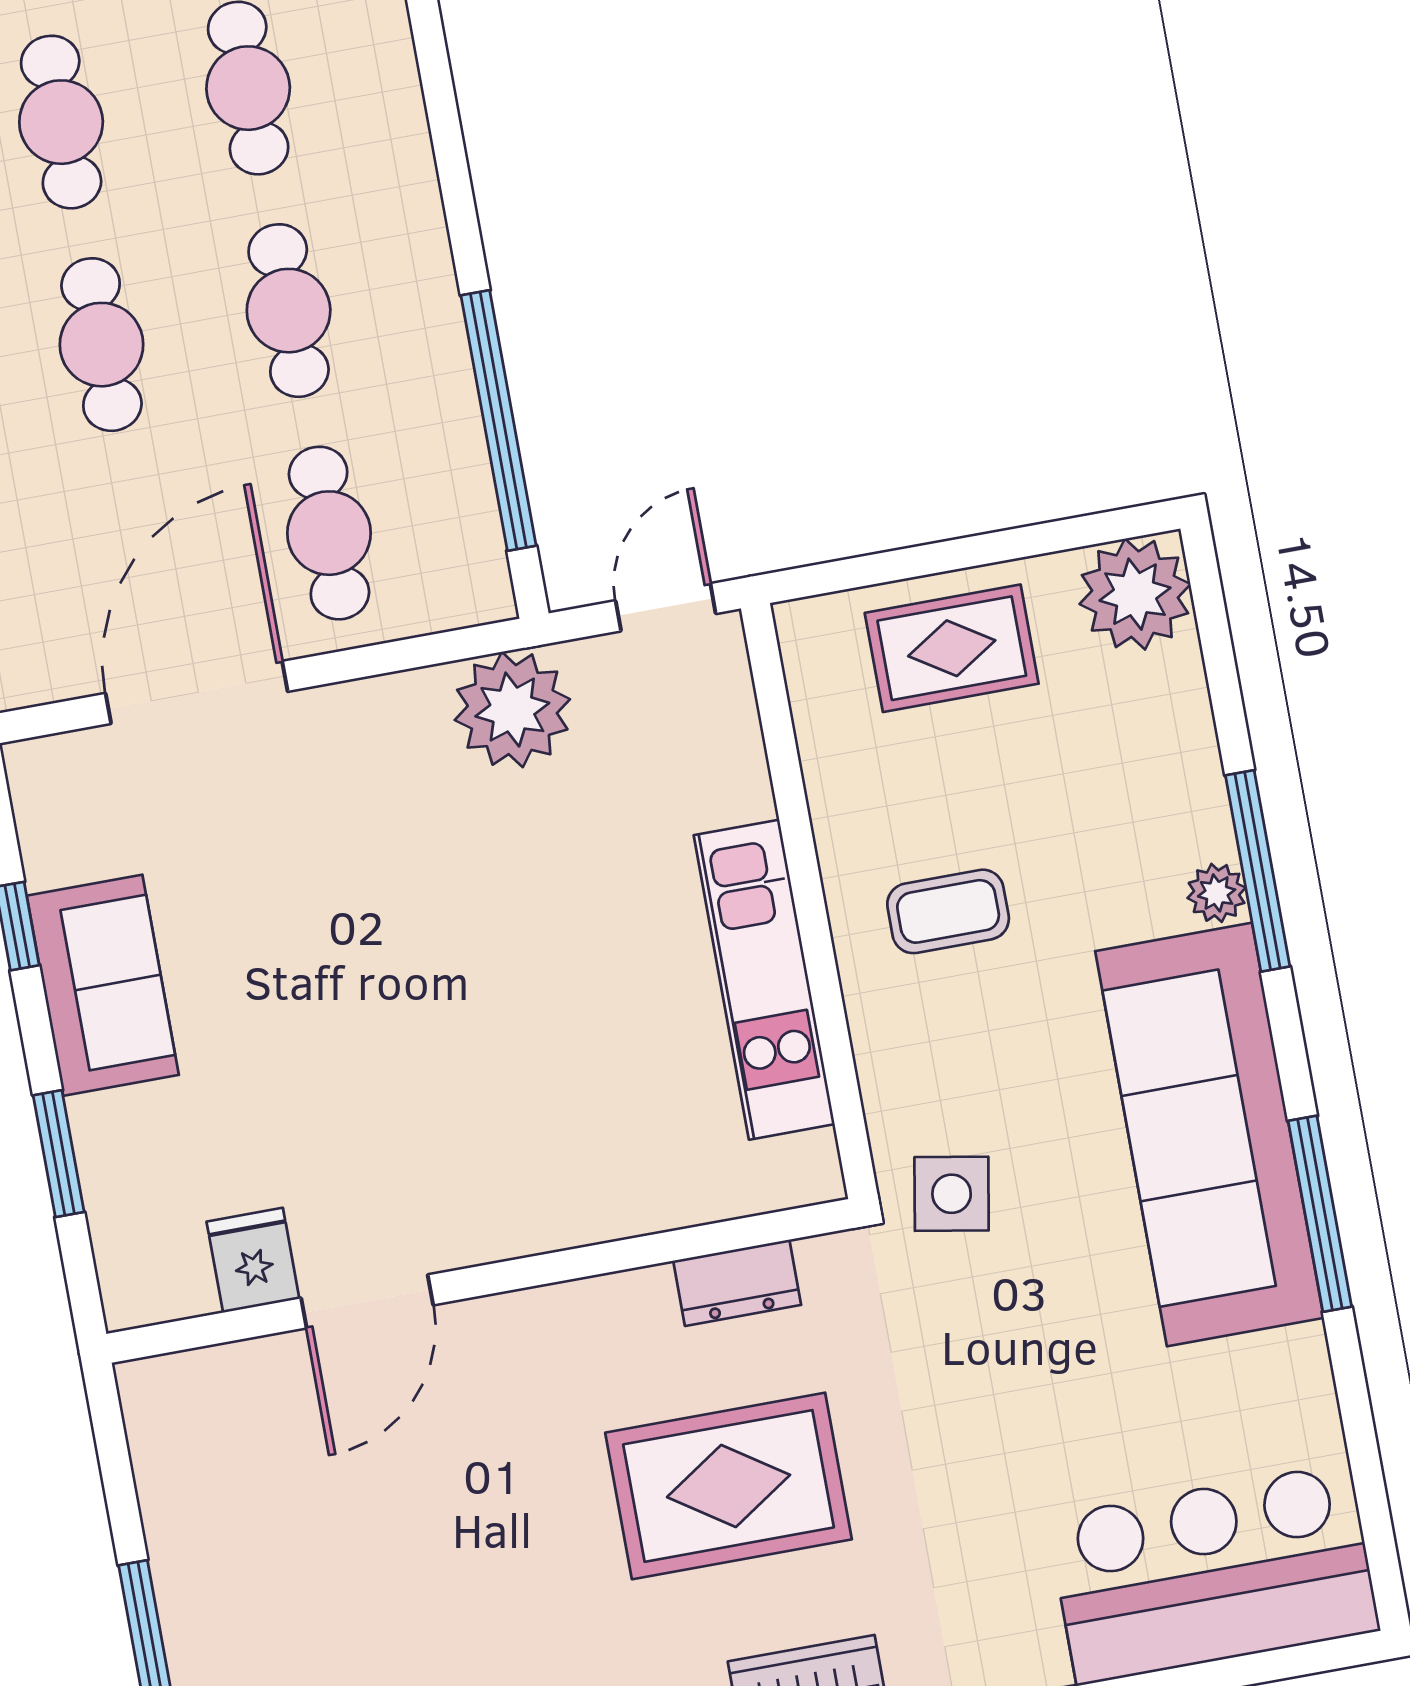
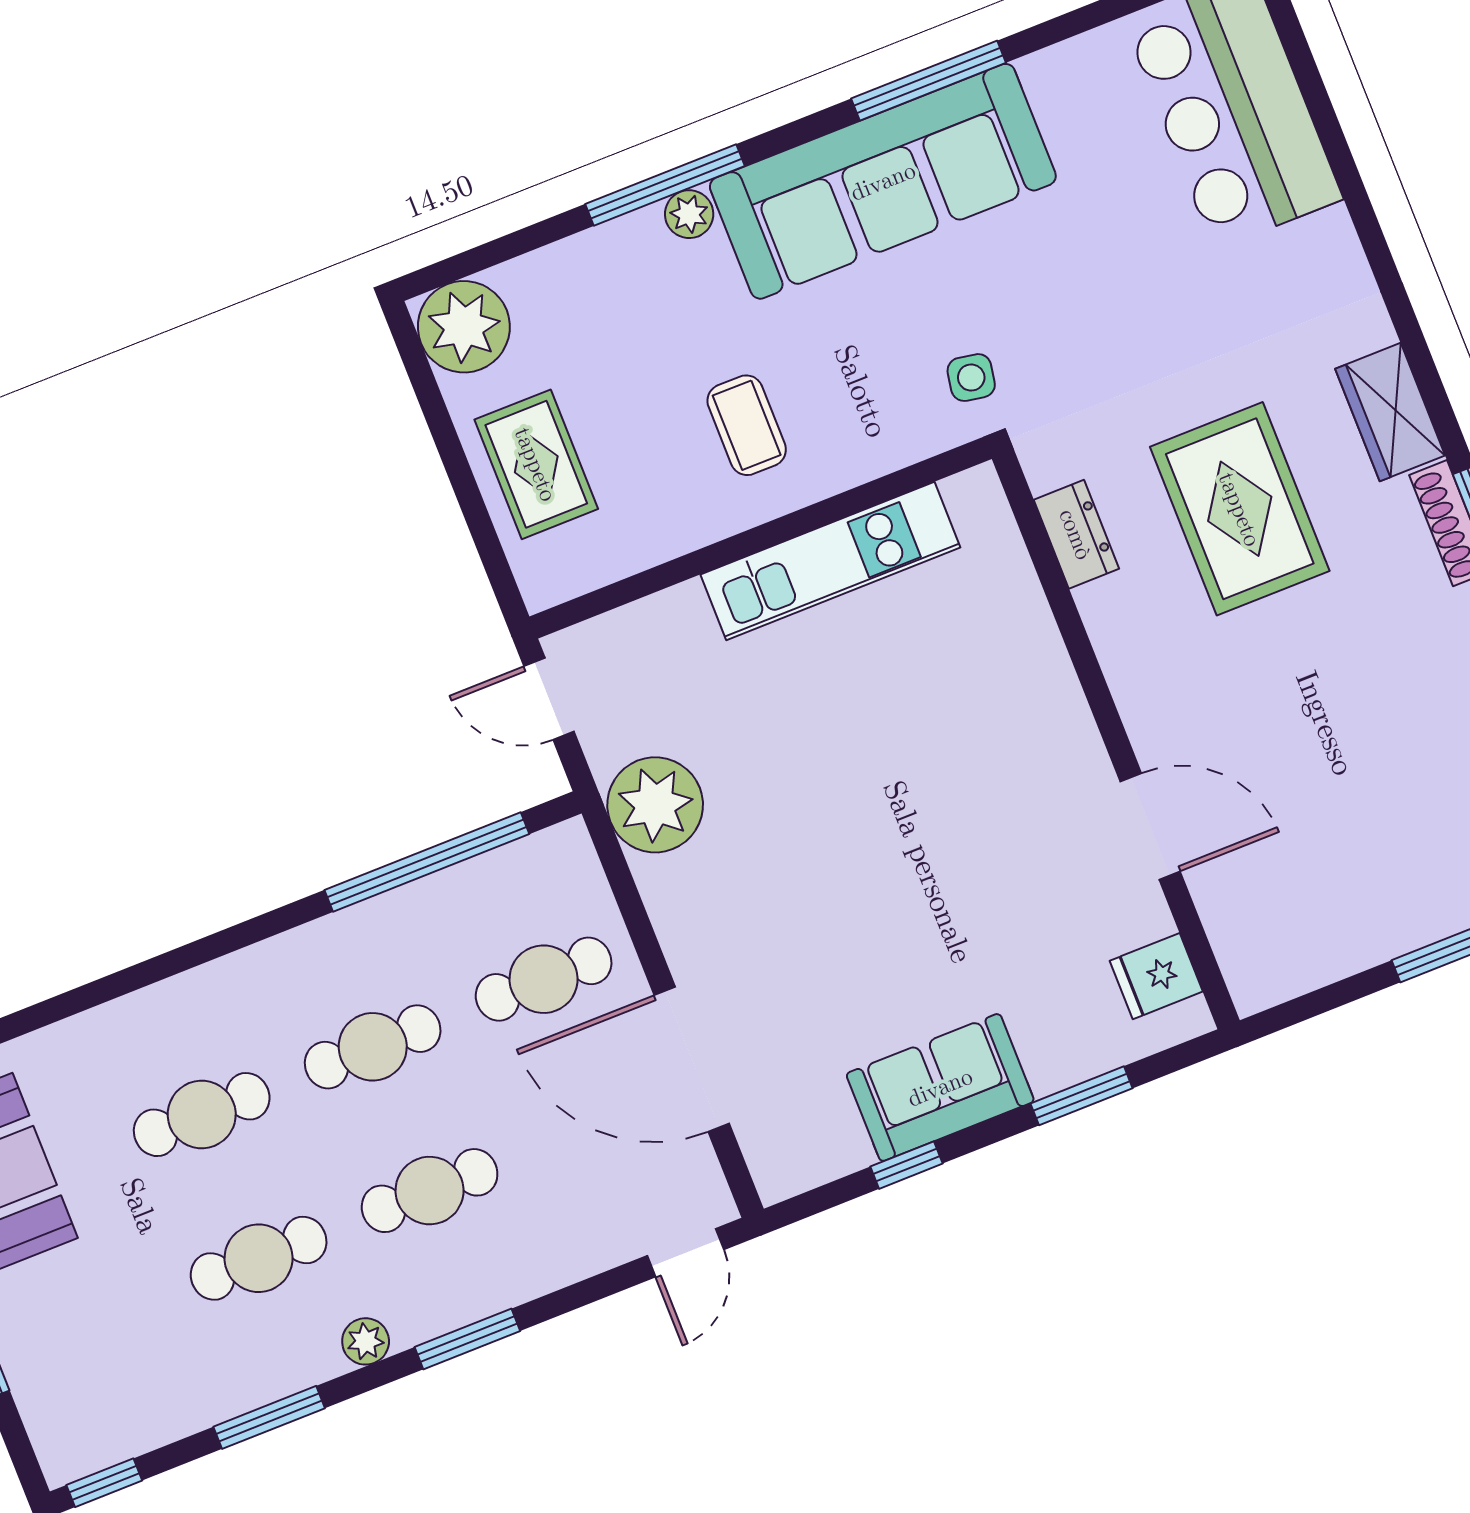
side table: (952, 1194) -> (971, 378), width x0.73, depth x0.73
fridge: (253, 1260) -> (1156, 976), moved

